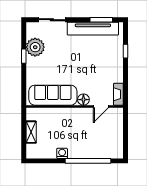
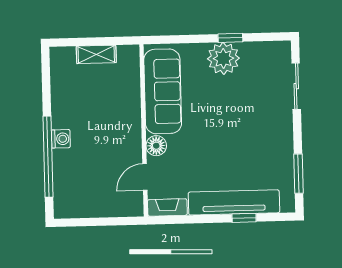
tv unit: (93, 29) -> (234, 202), moved, turned 90
plant: (35, 47) -> (223, 58), moved
door: (101, 106) -> (145, 177), hinge flipped
washing machine: (62, 153) -> (61, 139), moved

